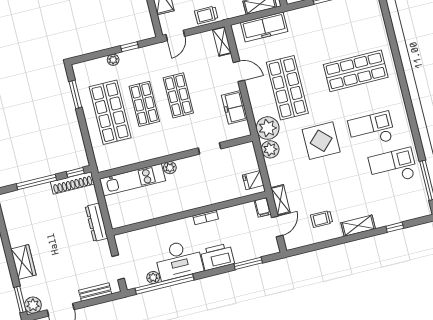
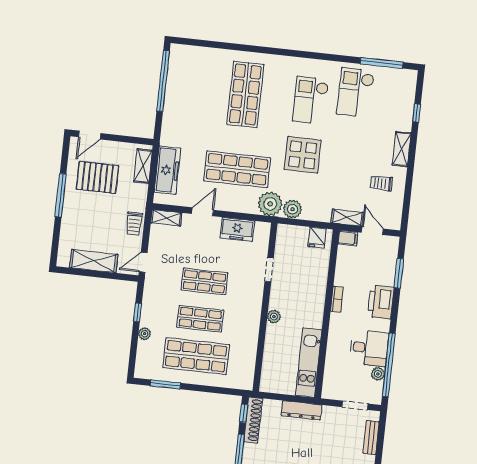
door: (175, 35) -> (143, 262), swing flipped
kitchen unit: (132, 180) -> (309, 363), moved, turned 180
trolley: (322, 219) -> (381, 183), turned 90
desk: (179, 260) -> (369, 348), width x0.73

